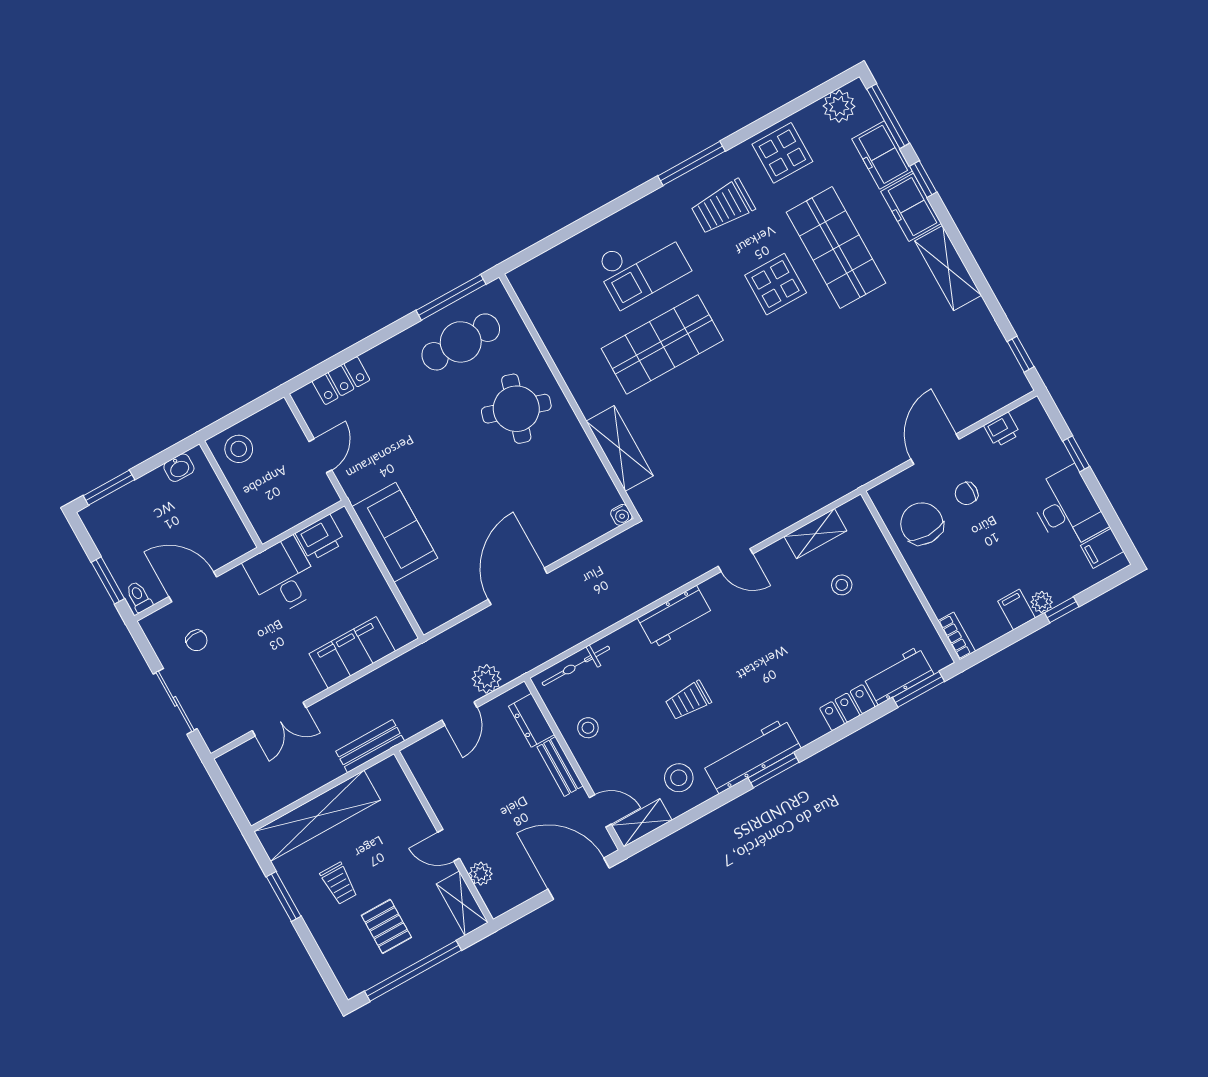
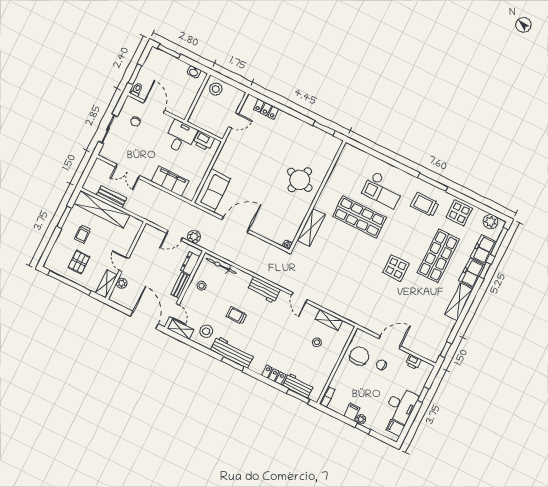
display table: (776, 284) -> (396, 268), moved
window: (451, 297) -> (324, 128), width x0.69
cafe table: (461, 342) -> (310, 143), removed
sofa: (395, 532) -> (212, 191), moved
bench: (370, 746) -> (111, 197), moved

